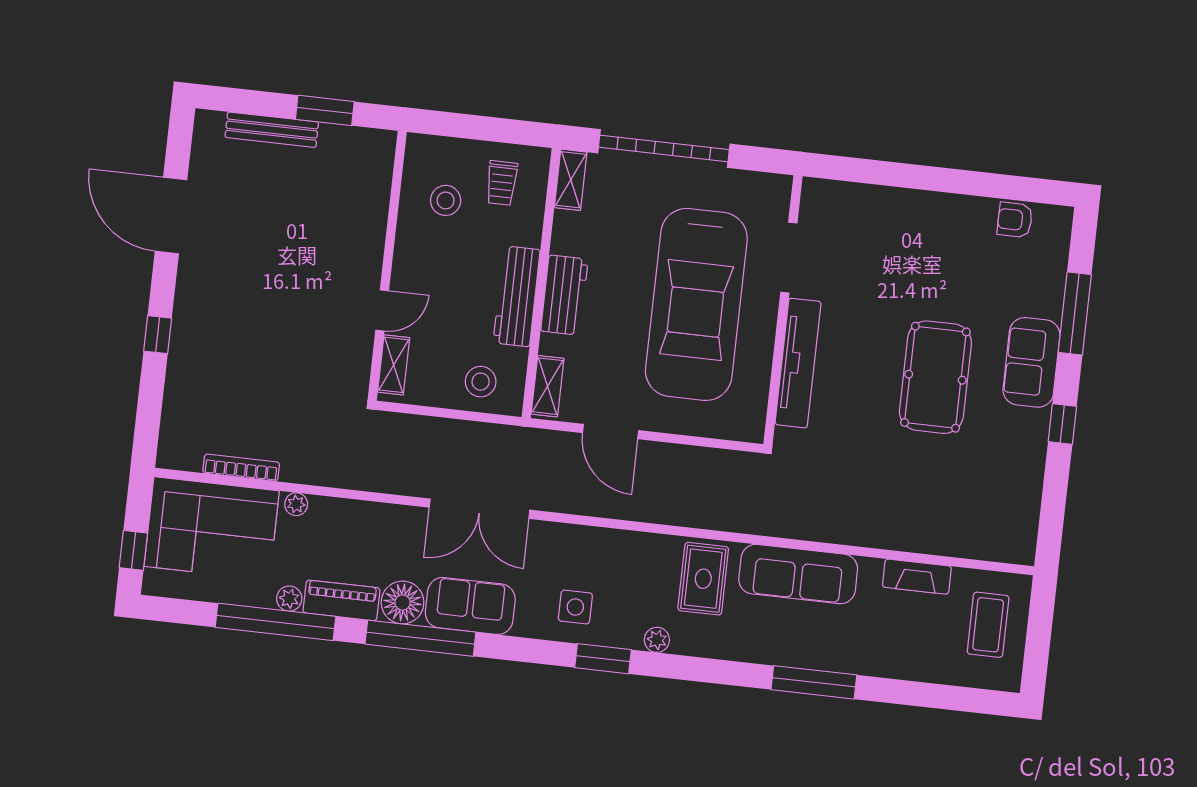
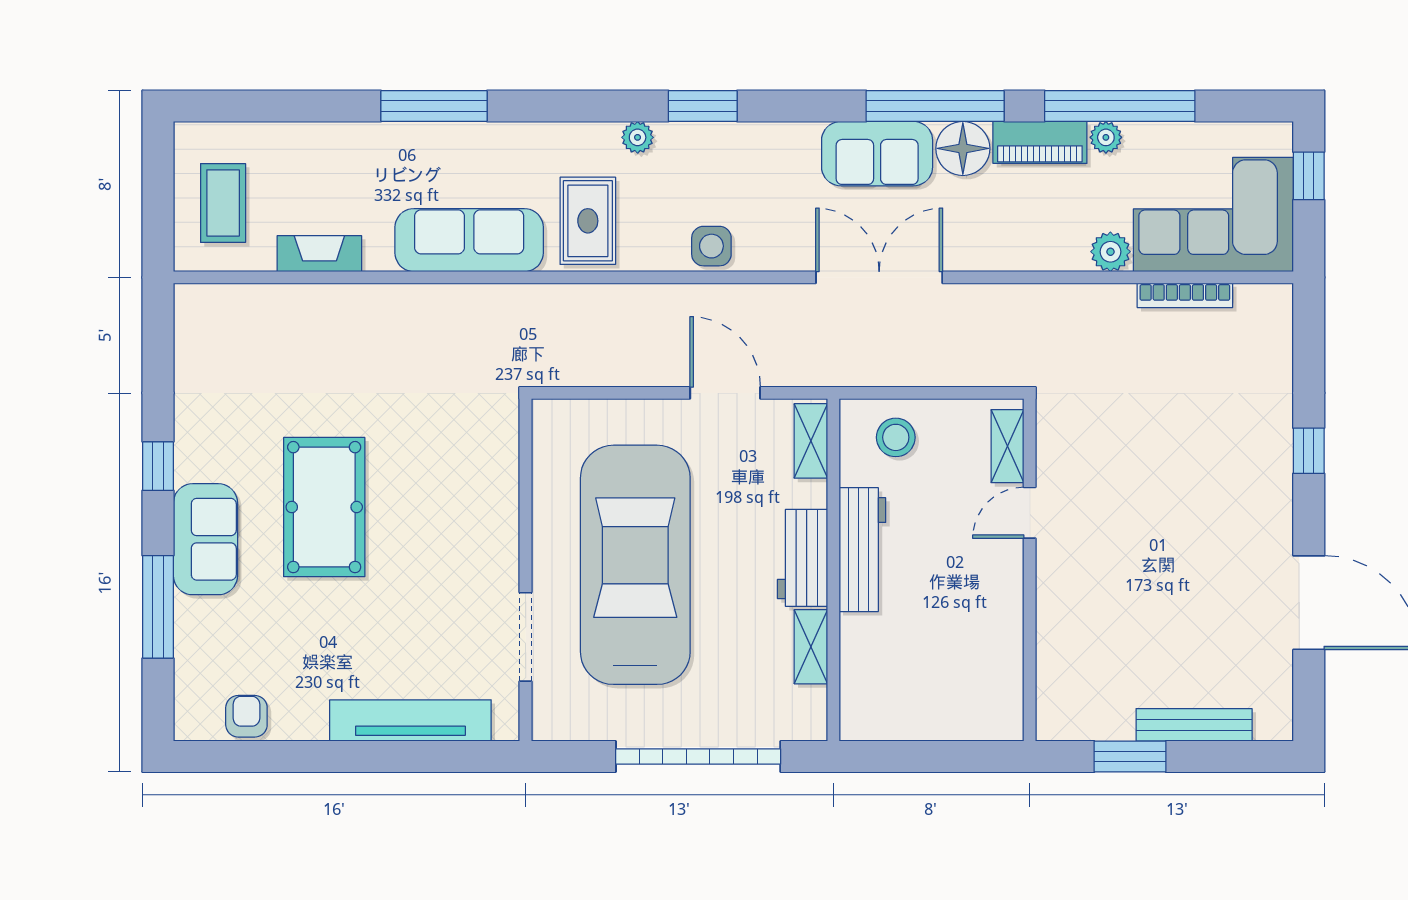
shelving: (571, 180) -> (811, 647), moved
trolley: (502, 183) -> (897, 690), removed
stool: (446, 200) -> (965, 660), removed
armchair: (1015, 220) -> (246, 716), turned -90
tv unit: (798, 363) -> (410, 720), moved, turned 90
plant: (296, 504) -> (1110, 252), width x1.38, depth x1.38
side table: (575, 607) -> (711, 246), moved

